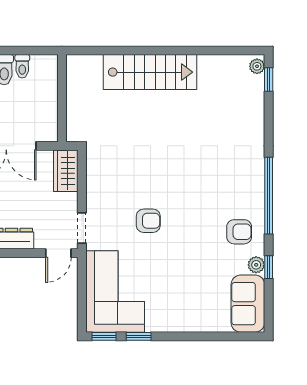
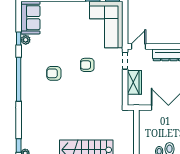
wardrobe: (66, 171) -> (134, 82), moved
armchair: (239, 232) -> (54, 73), moved

